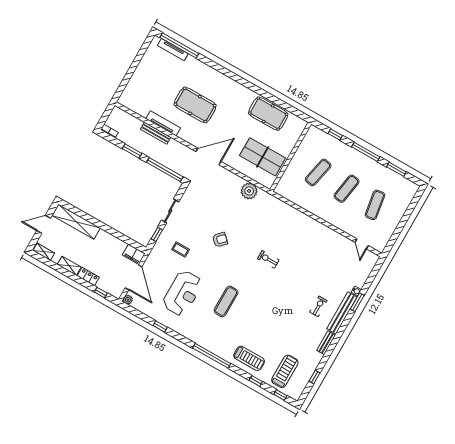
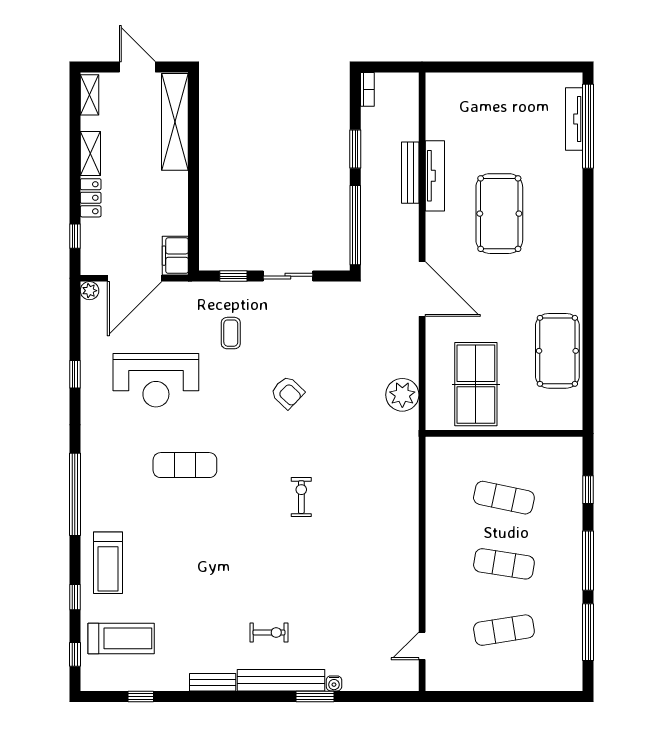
window: (396, 169) -> (588, 632), width x1.44

